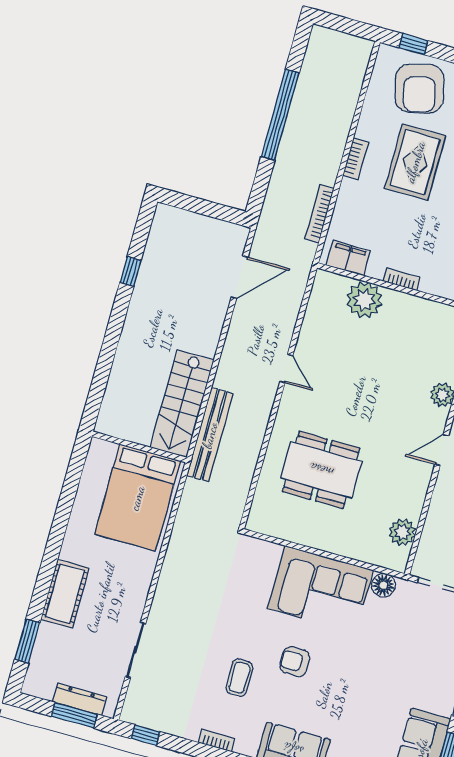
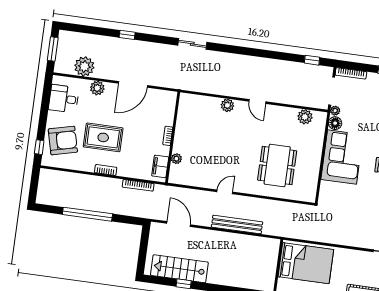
plant: (364, 300) -> (176, 159), width x0.53, depth x0.53
stairs: (182, 404) -> (179, 269), moved, turned 180
bench: (210, 435) -> (237, 225), moved
plant: (406, 588) -> (335, 111), added

